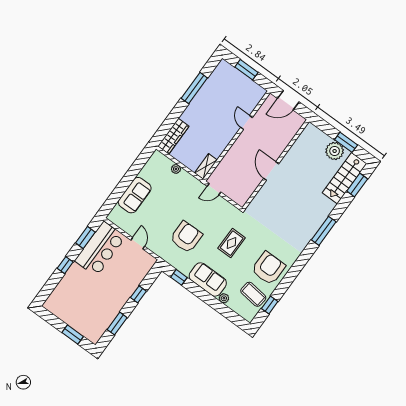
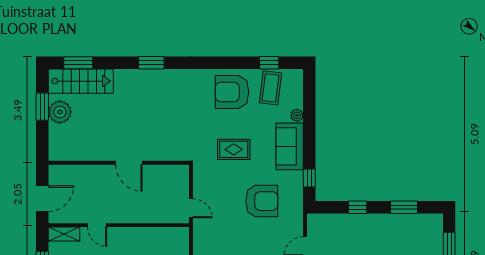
door: (288, 100) -> (42, 199), hinge flipped
door: (246, 122) -> (97, 225), hinge flipped
shelving: (206, 166) -> (64, 234), moved
door: (271, 171) -> (129, 163), hinge flipped
window: (324, 231) -> (151, 63), width x0.69
armchair: (186, 237) -> (262, 201), turned 180

